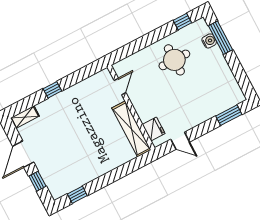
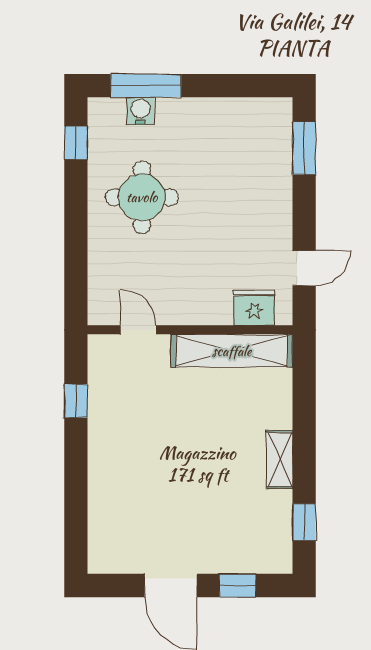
window: (52, 90) -> (76, 401), moved
shelving: (25, 117) -> (279, 460), moved

